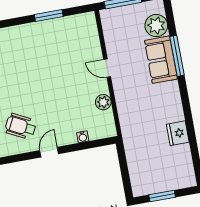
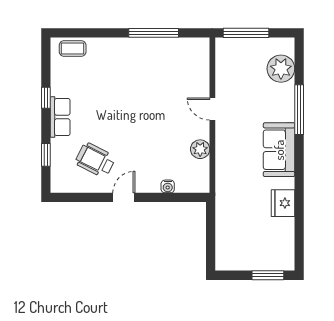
window: (49, 16) -> (154, 33), width x1.44
sofa: (161, 60) -> (279, 150), moved
window: (162, 196) -> (268, 275), moved

